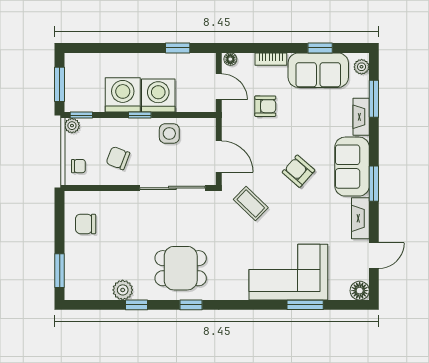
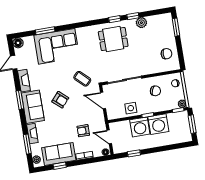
window: (191, 305) -> (115, 19), moved

